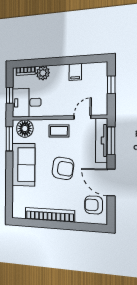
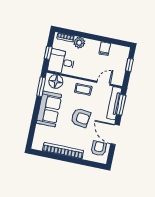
armchair: (94, 205) -> (99, 149), turned 90

